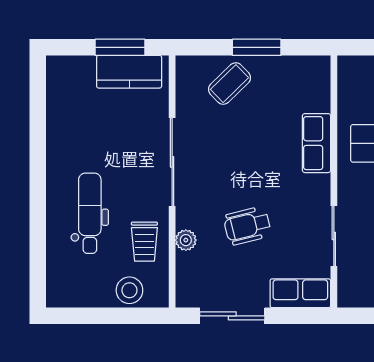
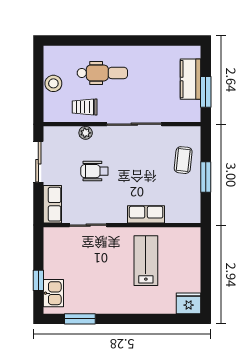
kitchen counter: (129, 72) -> (191, 79), moved
coffee table: (229, 84) -> (183, 160), turned 50
wheelchair: (247, 226) -> (95, 171), turned -76
stool: (129, 290) -> (53, 83), moved

